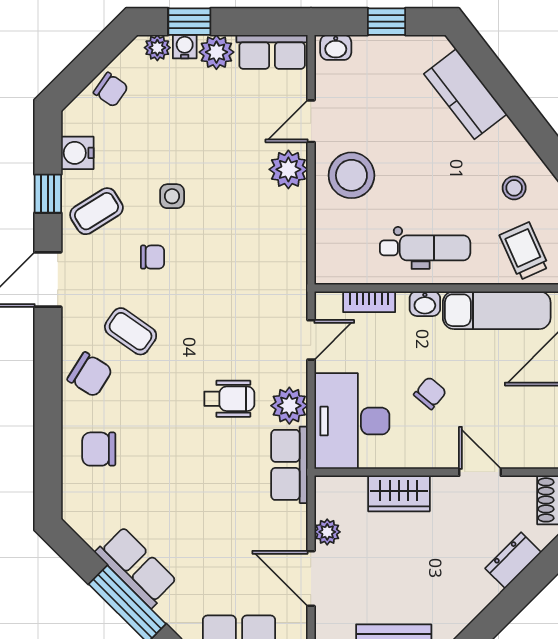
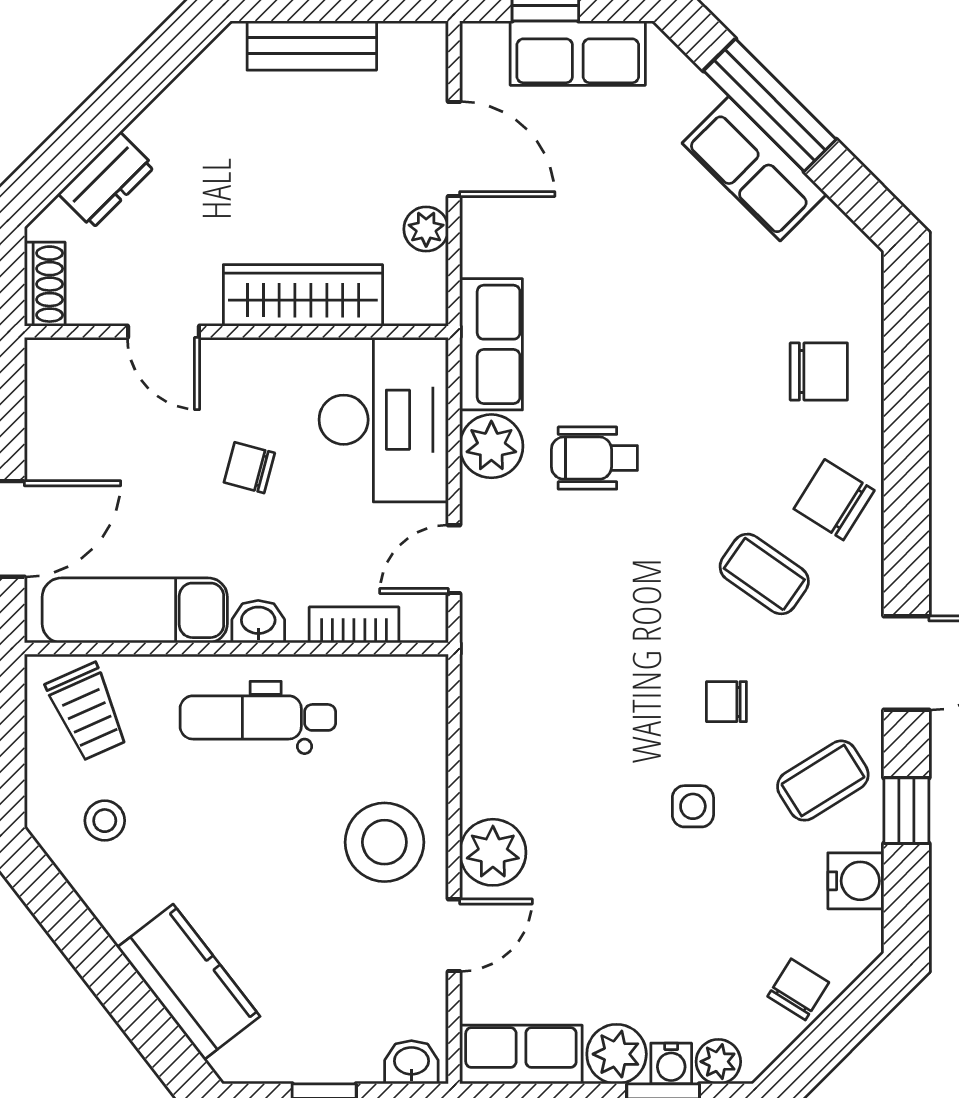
chair: (111, 90) -> (798, 989), turned 87
chair: (430, 393) -> (249, 468), turned 65
wardrobe: (399, 493) -> (303, 295), width x1.50

